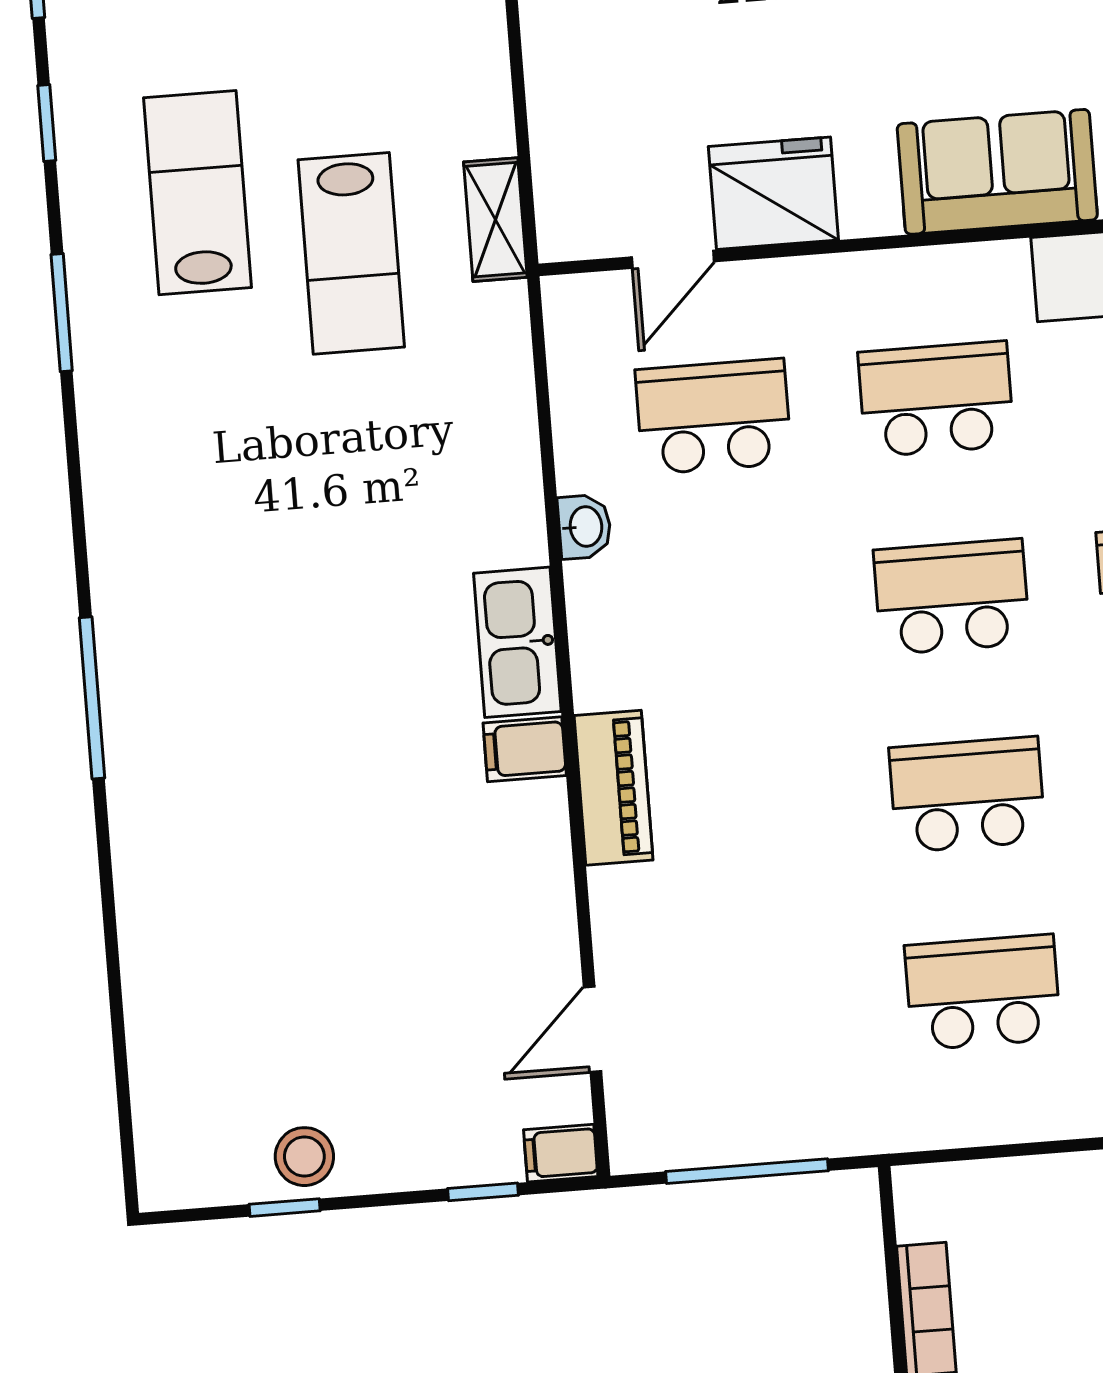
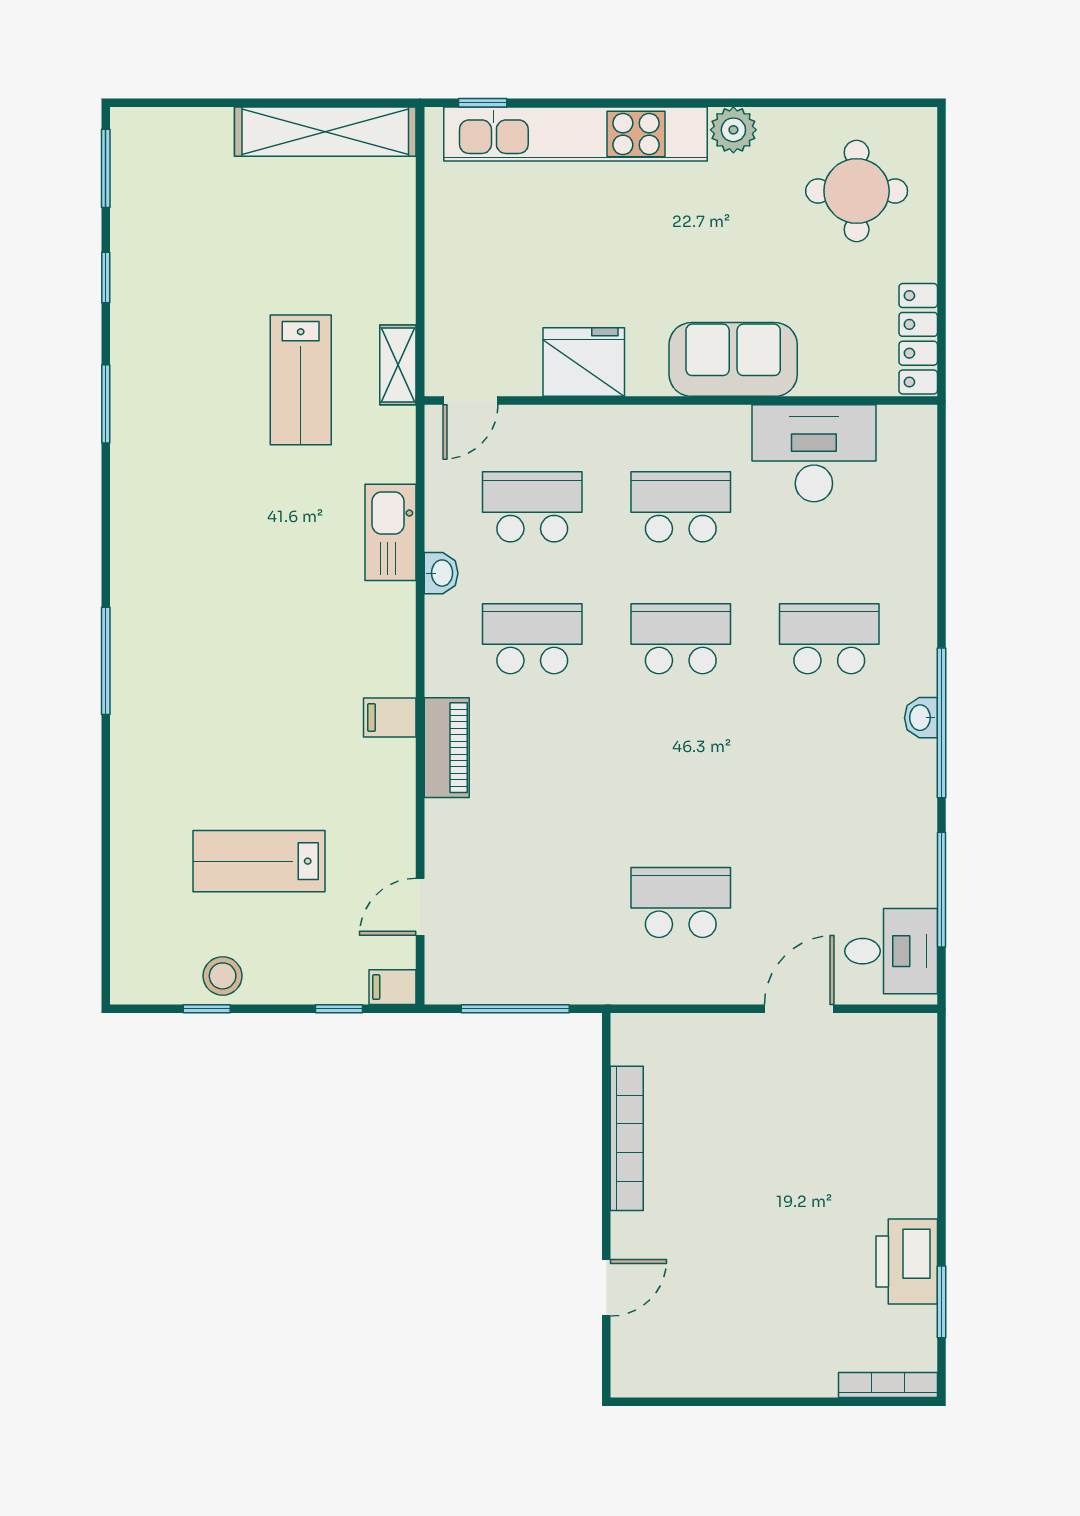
lab bench: (198, 193) -> (259, 861), moved, turned -90
door: (673, 259) -> (471, 401), moved
kitchen sink: (517, 642) -> (391, 532), moved
school desk: (967, 795) -> (532, 639), moved

